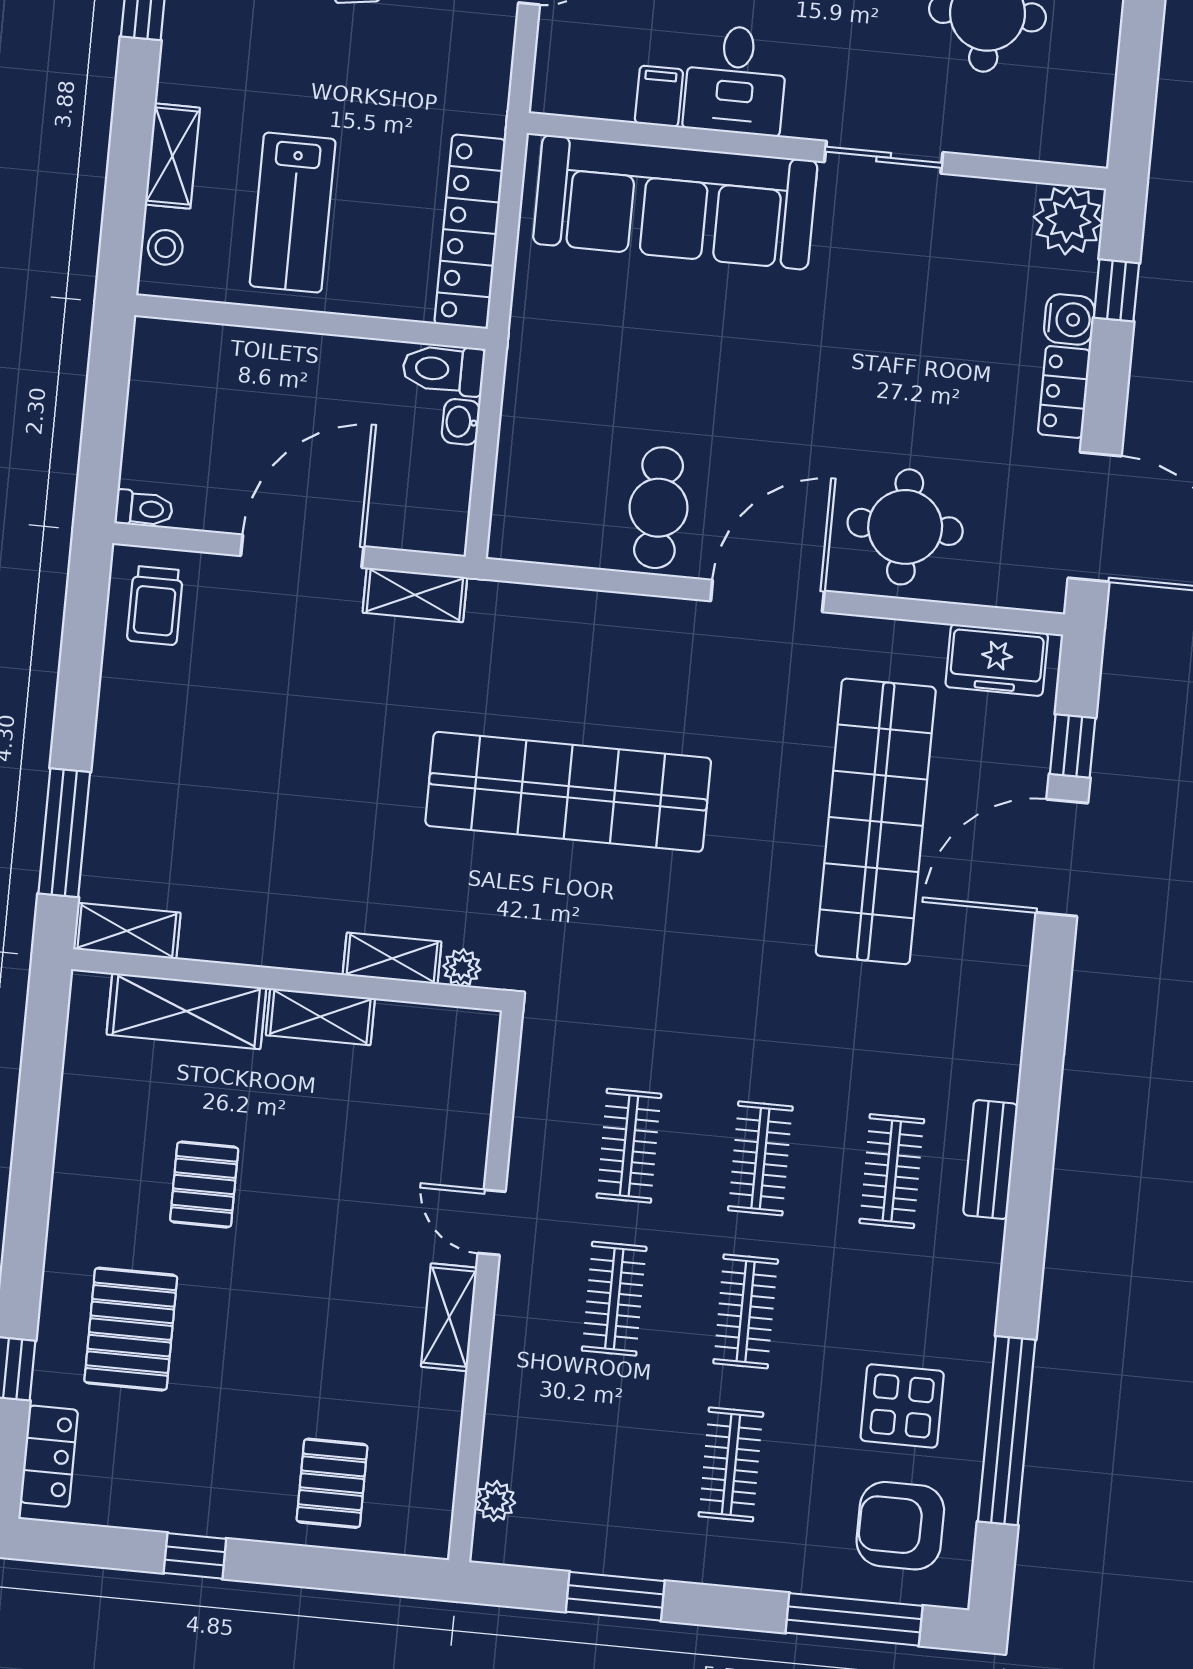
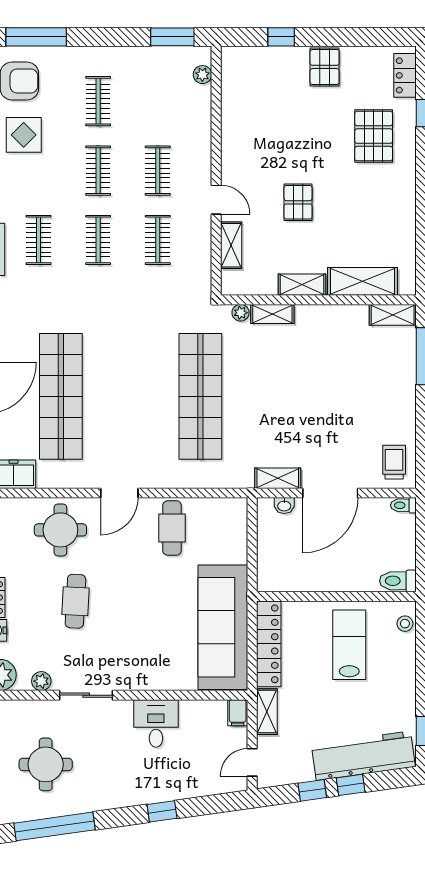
filing cabinet: (659, 96) -> (238, 713), moved
shelving: (172, 156) -> (267, 712), moved
plant: (979, 198) -> (41, 681), added
sofa: (675, 202) -> (223, 627), moved, turned -90
cafe table: (887, 367) -> (75, 601), added
toilet: (443, 369) -> (398, 581), moved, turned 180
washbasin: (461, 422) -> (284, 506), moved, turned 90
door: (767, 596) -> (119, 493), width x0.73
shop shelf: (568, 792) -> (200, 396), turned 90
pallet: (204, 1185) -> (298, 202), moved
shelving: (449, 1317) -> (231, 245), moved
pallet: (332, 1483) -> (325, 67), moved
window: (195, 1556) -> (281, 37), moved
window: (615, 1596) -> (172, 37), moved

